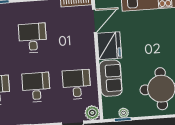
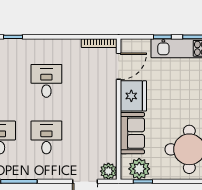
desk: (77, 84) -> (93, 137), removed
plant: (124, 113) -> (139, 169), width x1.88, depth x1.88

